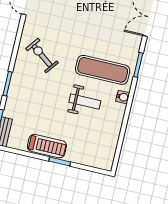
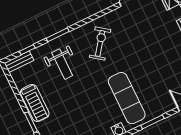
weight bench: (85, 101) -> (62, 64), moved

